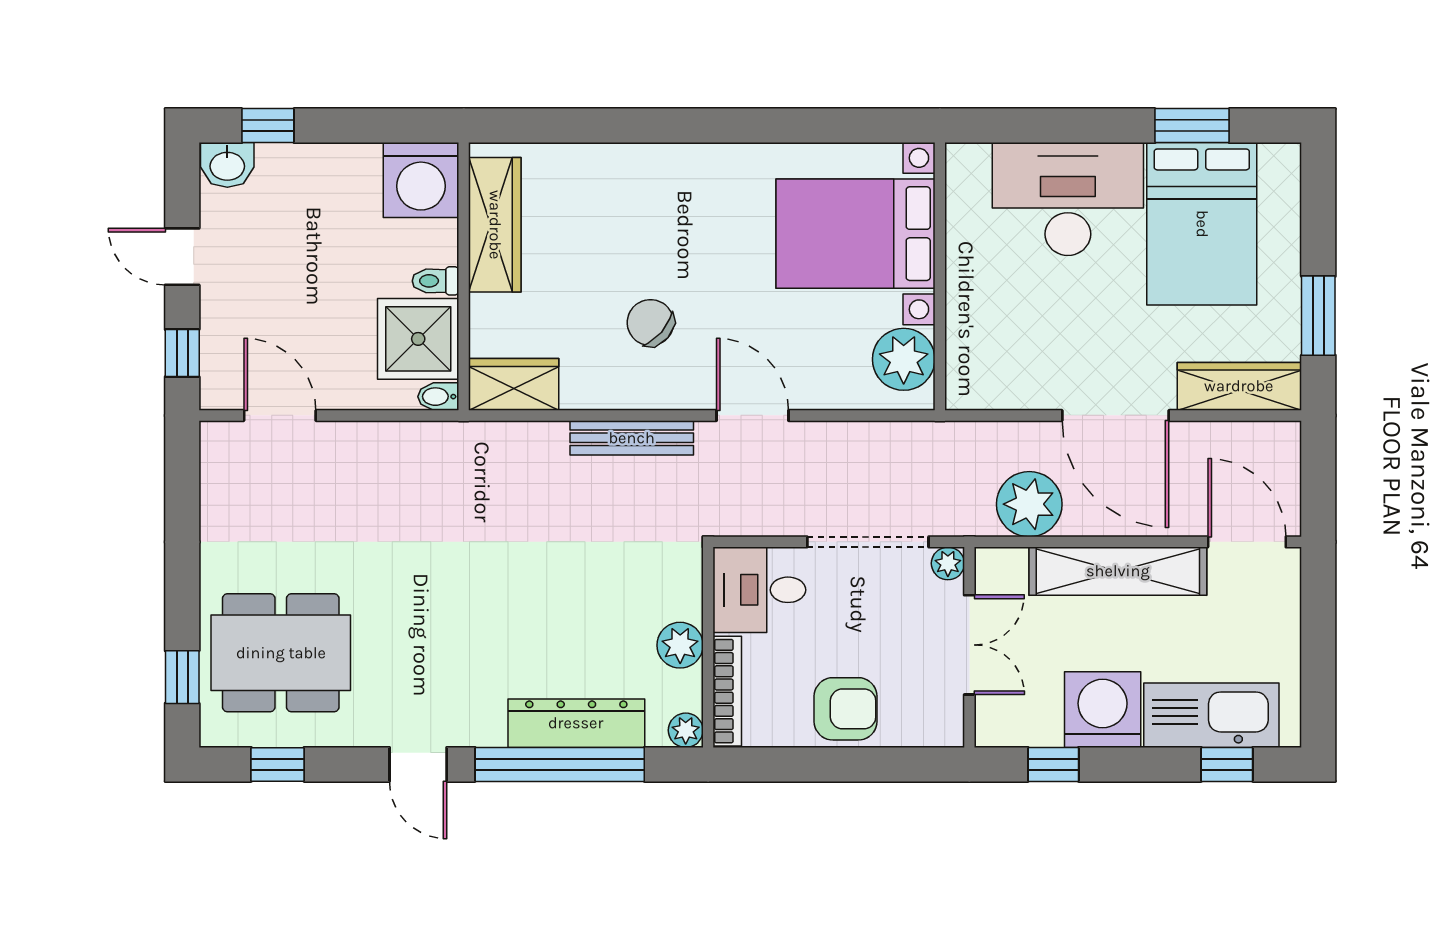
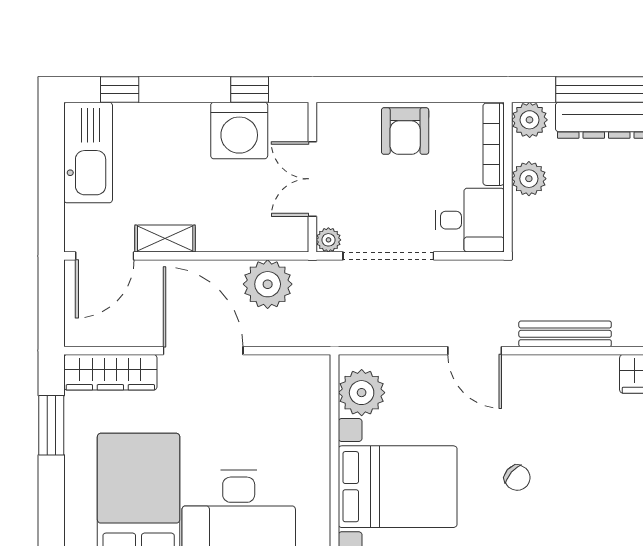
chair: (650, 323) -> (517, 478), moved, width x0.73, depth x0.73
door: (1247, 542) -> (105, 256), hinge flipped
shelving: (1118, 571) -> (165, 239), width x0.45, depth x0.75
armchair: (846, 709) -> (405, 131), turned -90
washing machine: (1103, 710) -> (239, 130), moved
kitchen sink: (1211, 715) -> (88, 153), moved, turned -90
plant: (686, 730) -> (530, 120), width x1.38, depth x1.38

